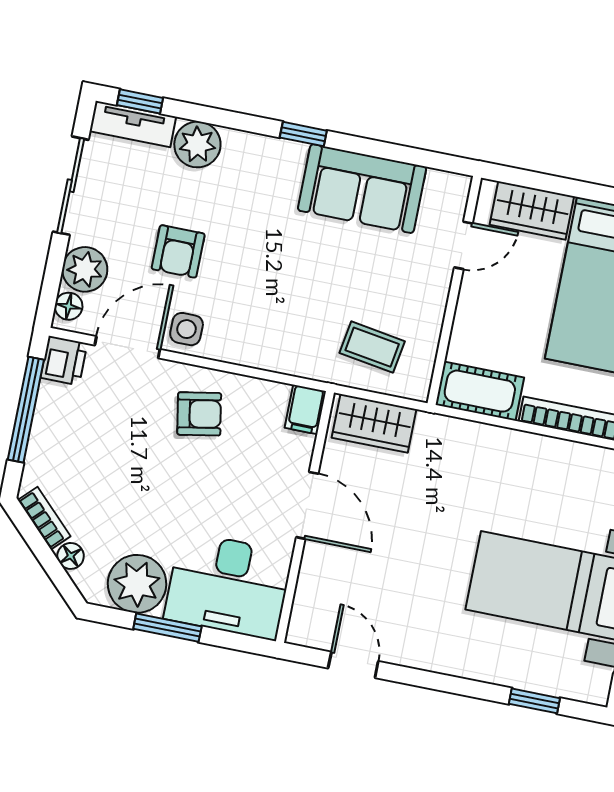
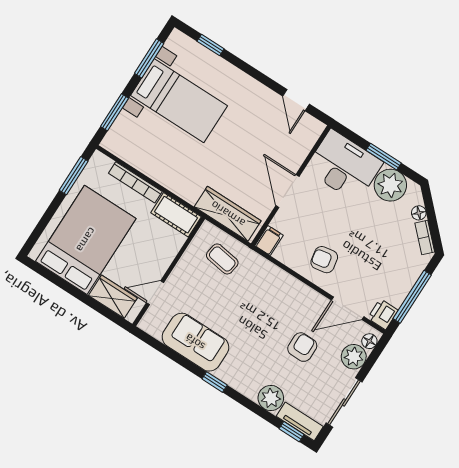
side table: (187, 329) -> (314, 306), removed
wardrobe: (374, 423) -> (228, 214), width x1.50

